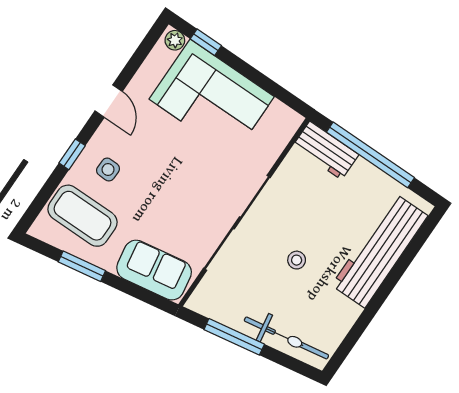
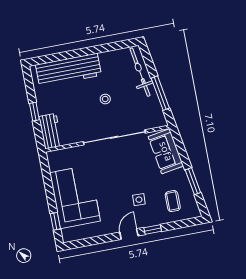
plant: (175, 40) -> (67, 234), removed
door: (109, 101) -> (129, 234), moved
window: (370, 155) -> (34, 112), width x0.32
side table: (108, 170) -> (139, 200), moved
coffee table: (82, 216) -> (173, 201), width x0.54, depth x0.58

